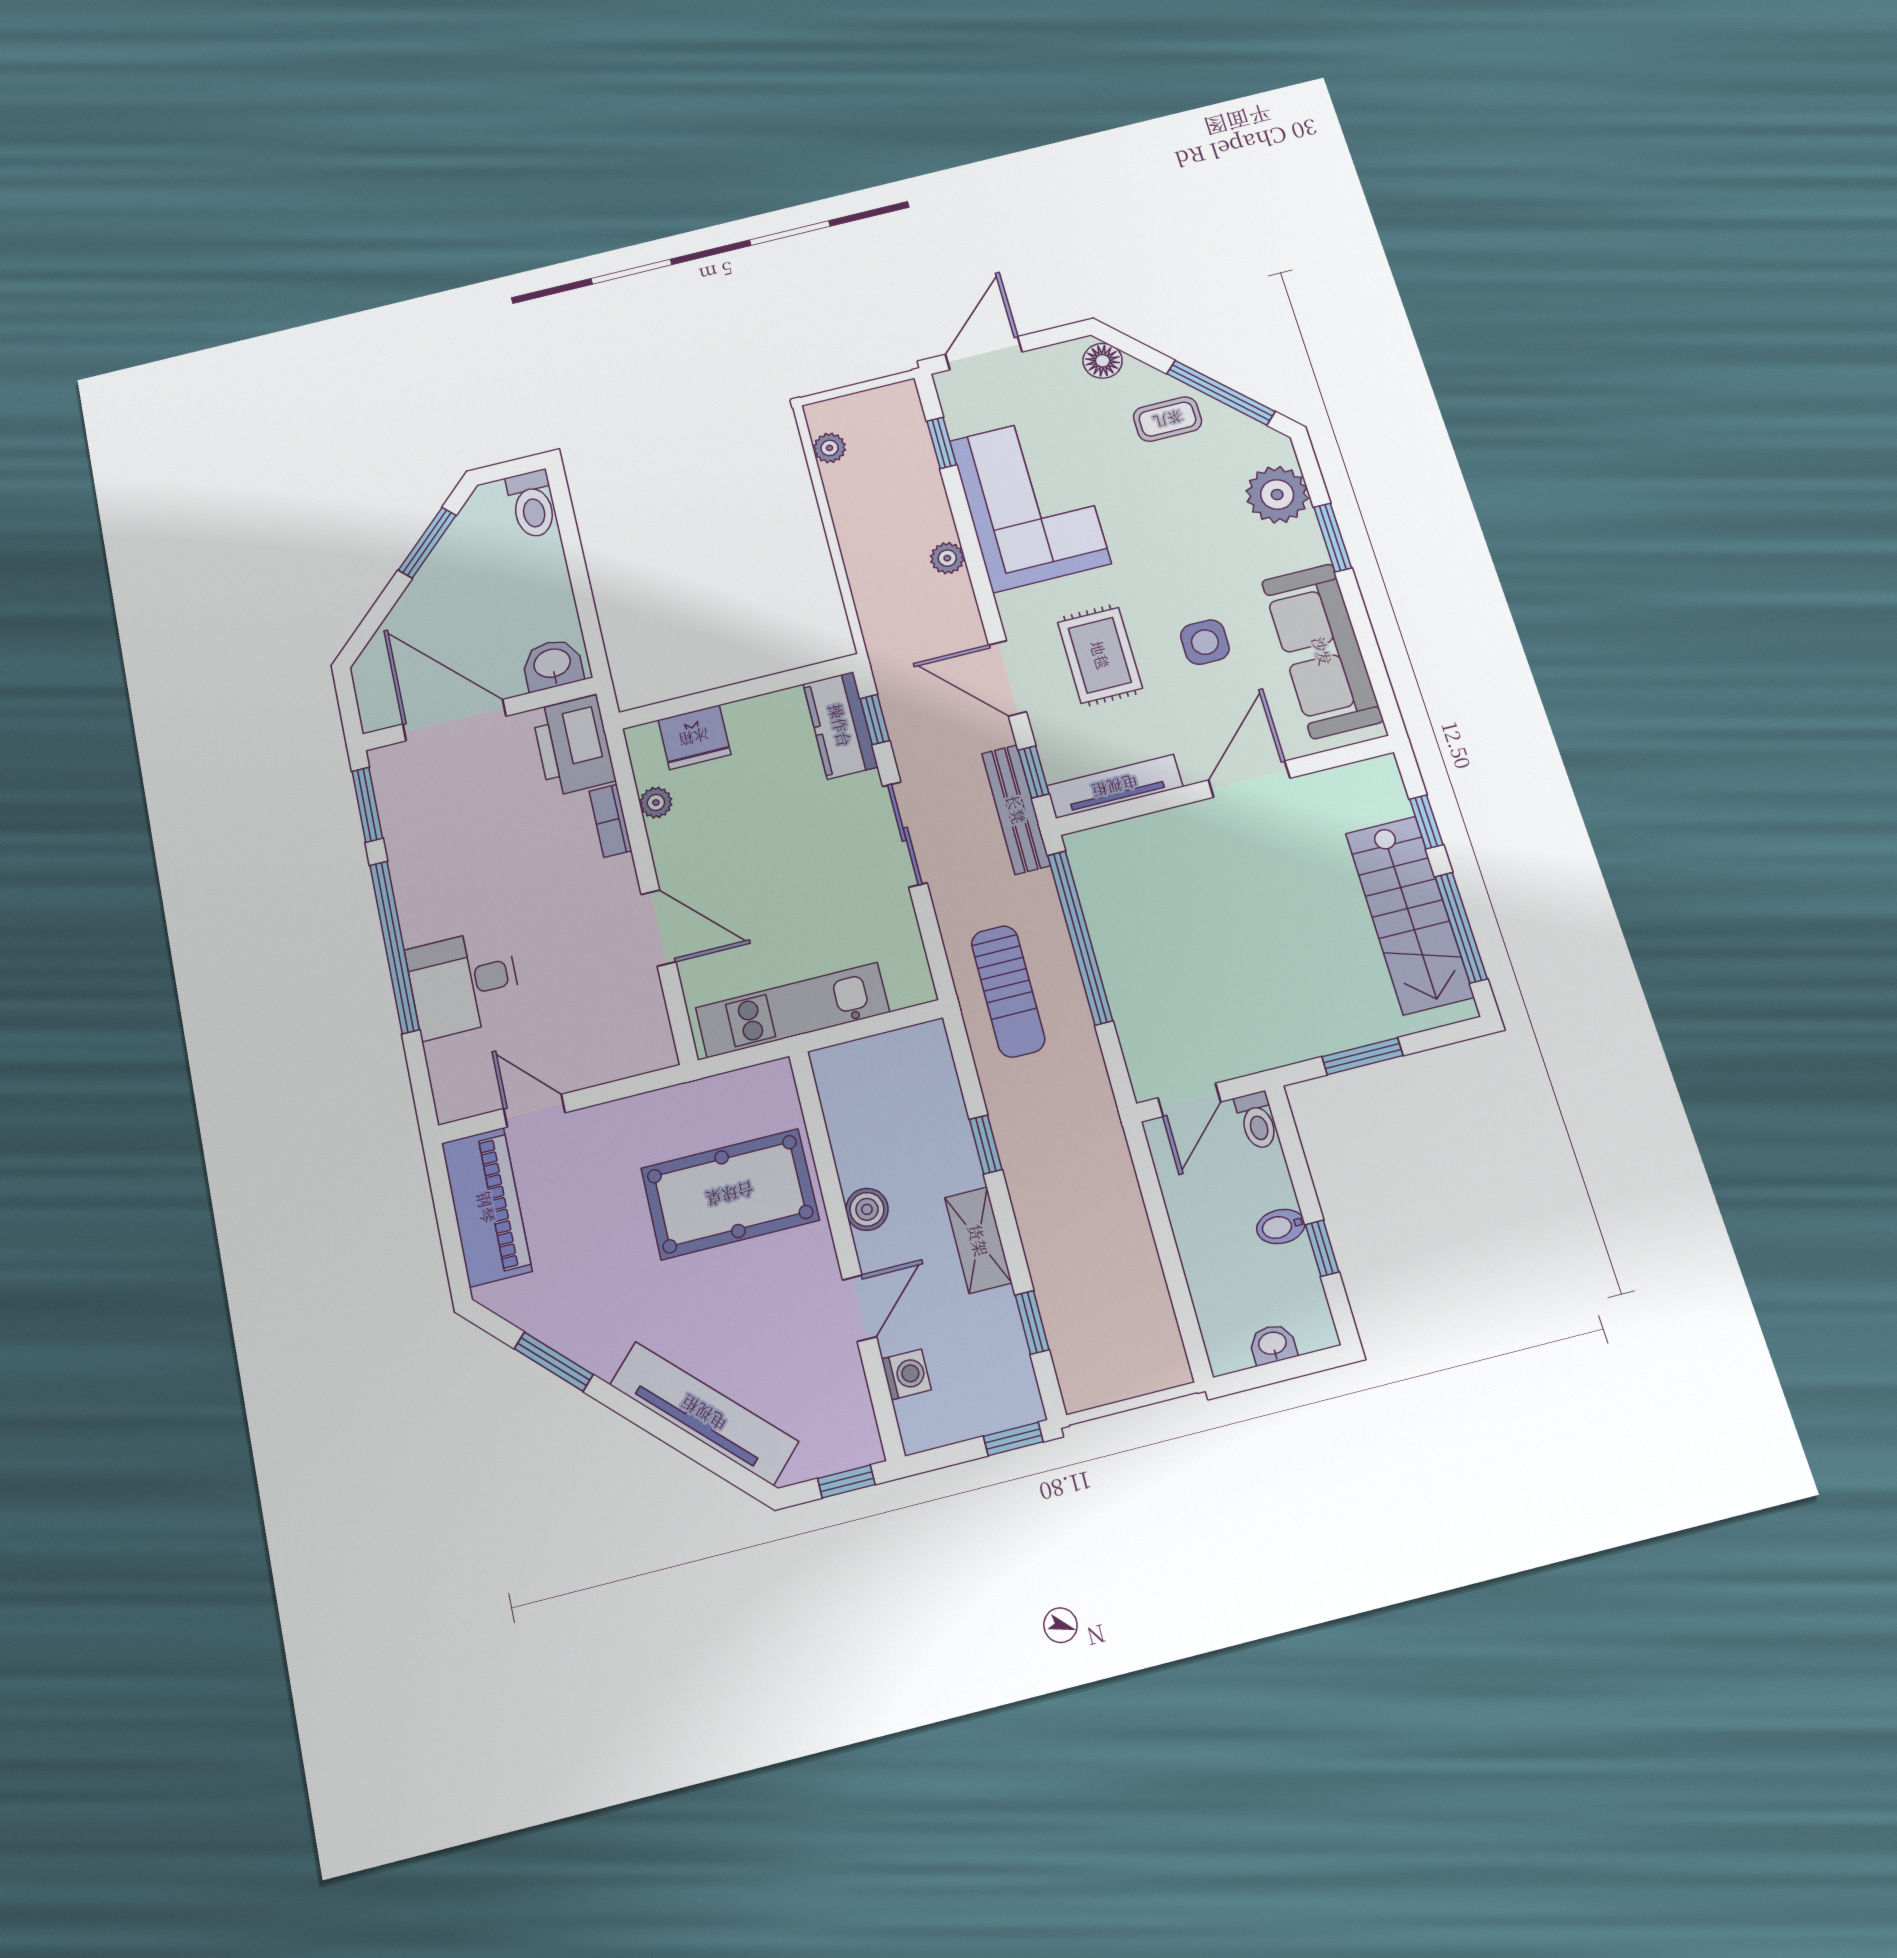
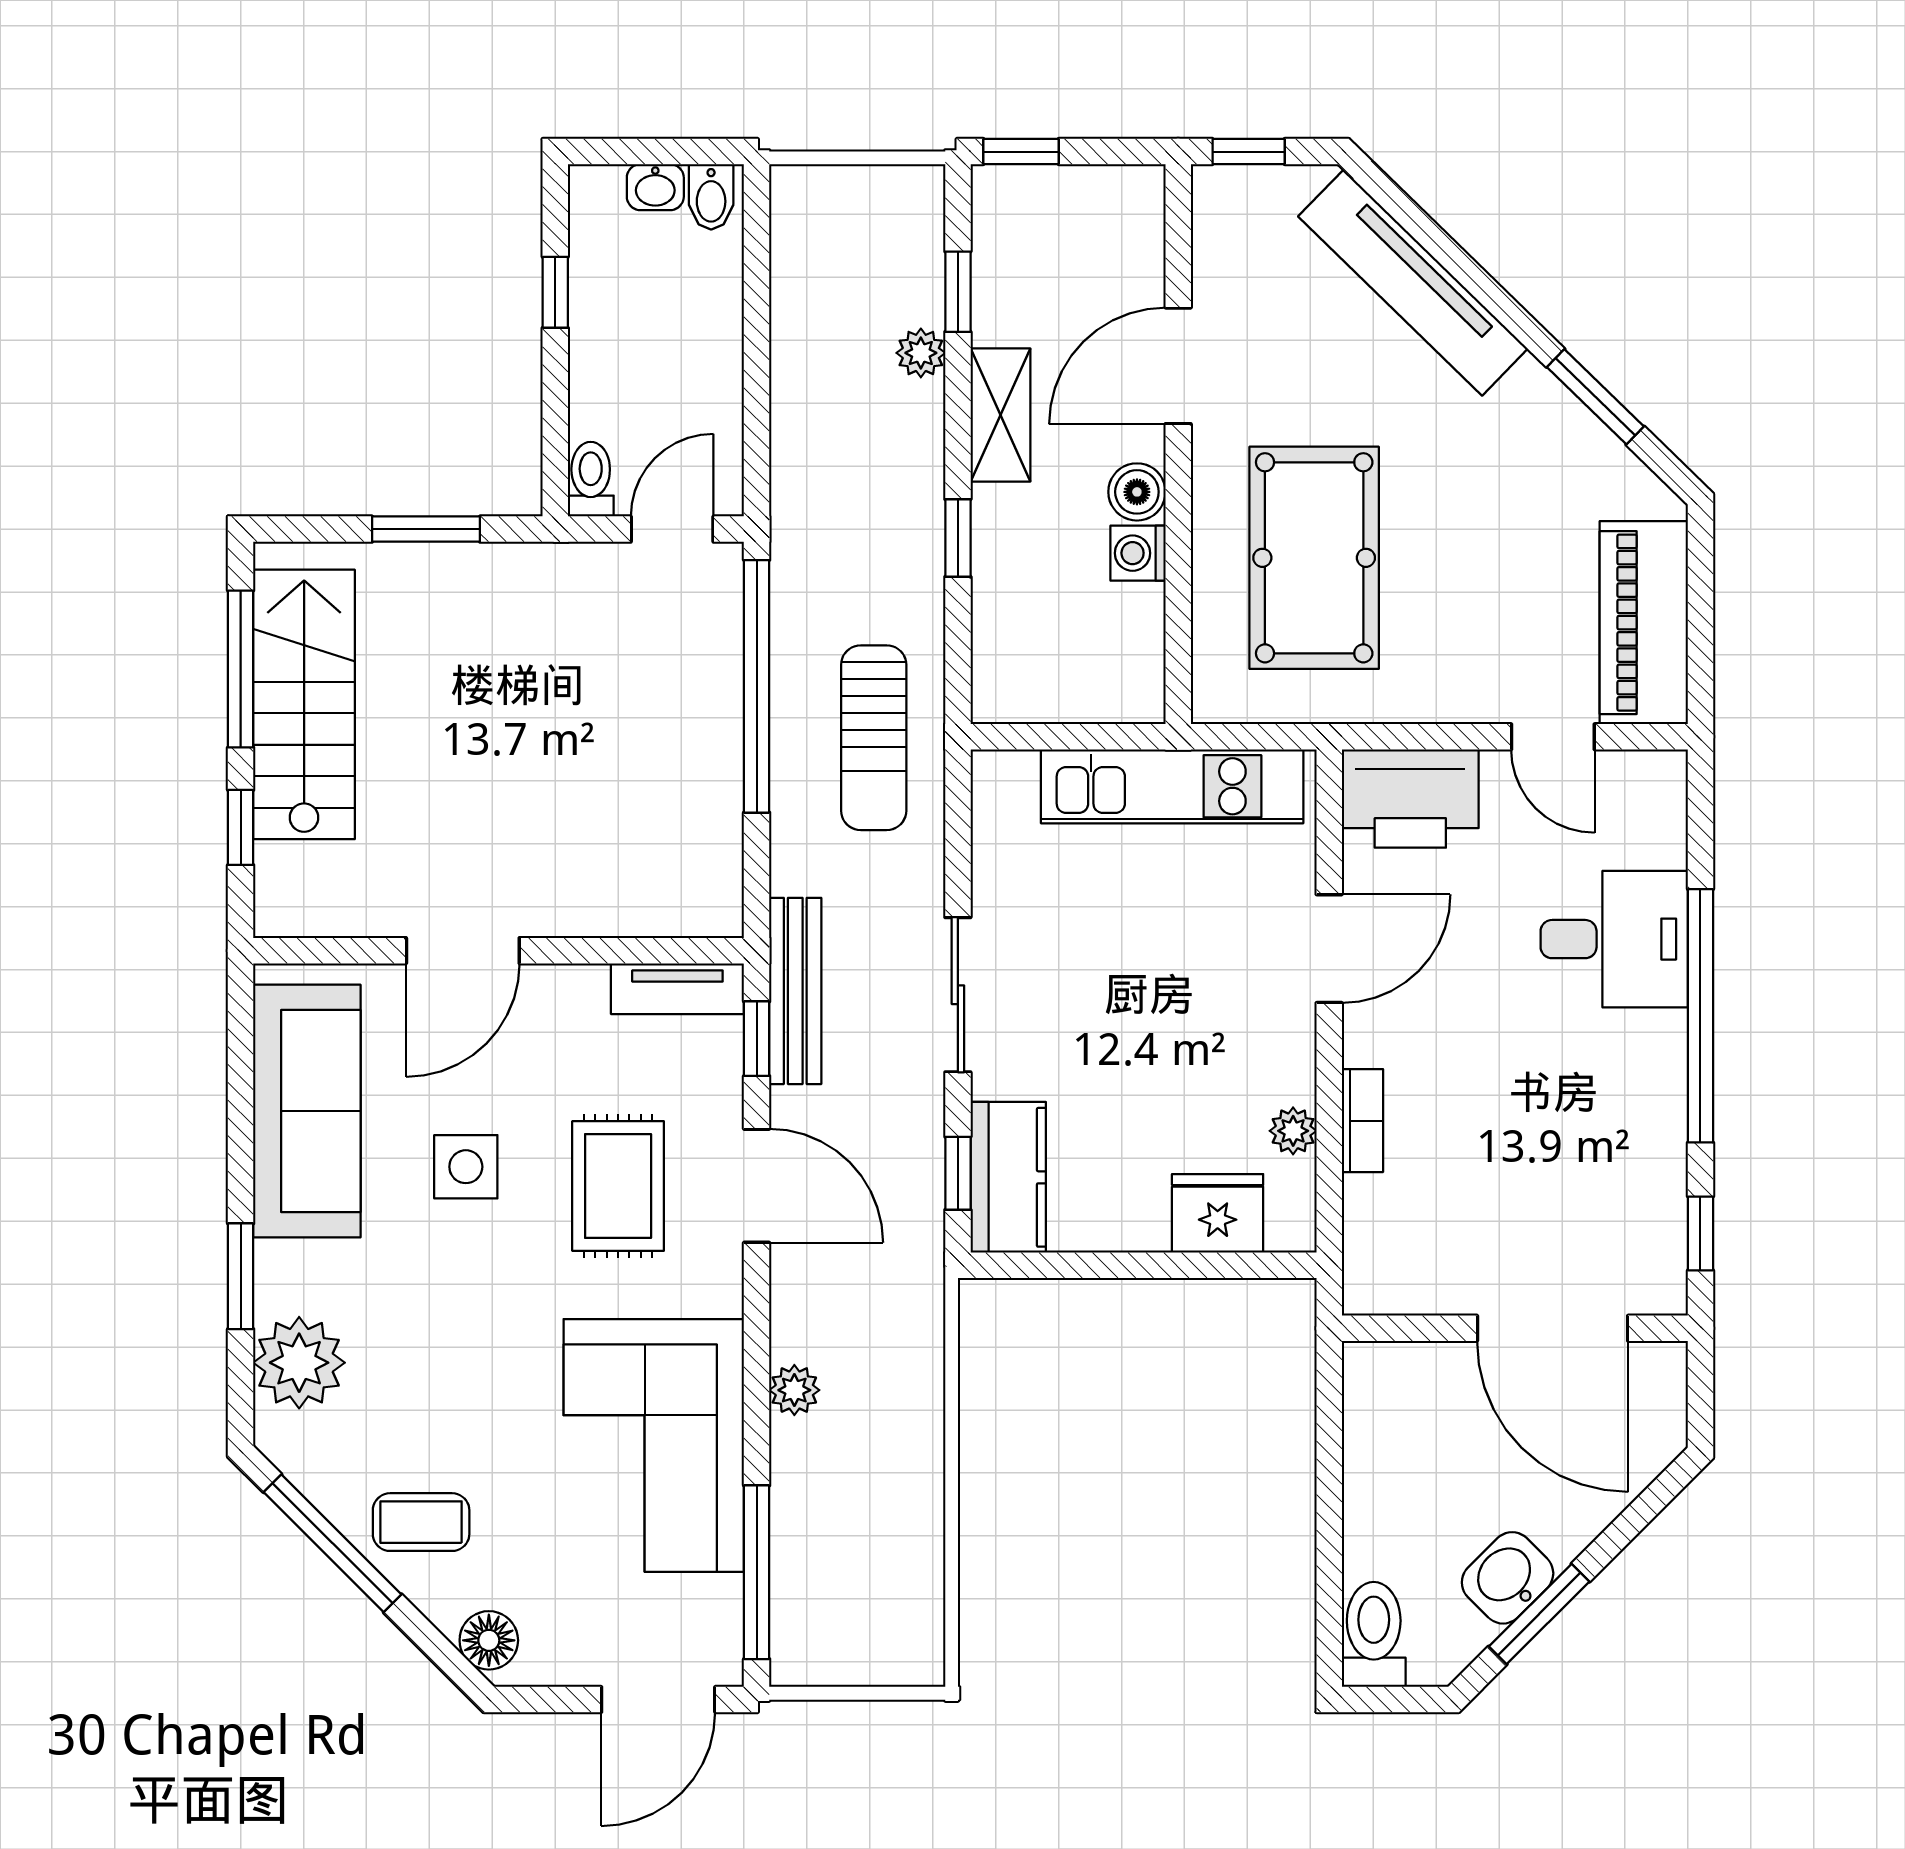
window: (942, 443) -> (757, 1572), width x2.17
plant: (830, 448) -> (921, 353), moved
washbasin: (552, 664) -> (1508, 1578), moved, turned 135
printer: (574, 746) -> (1410, 799), moved, turned 90
tv unit: (1115, 786) -> (677, 989), width x0.71
window: (367, 805) -> (1700, 1233), width x0.67
door: (658, 928) -> (1329, 949), swing flipped
window: (1080, 937) -> (757, 686), moved
sun lounger: (1008, 991) -> (874, 738), turned 180
pool table: (730, 1194) -> (1314, 558), turned 90
bidet: (1281, 1227) -> (711, 197), moved, turned 90
door: (860, 1308) -> (1178, 366), width x1.38
washing machine: (906, 1374) -> (1138, 553), moved

